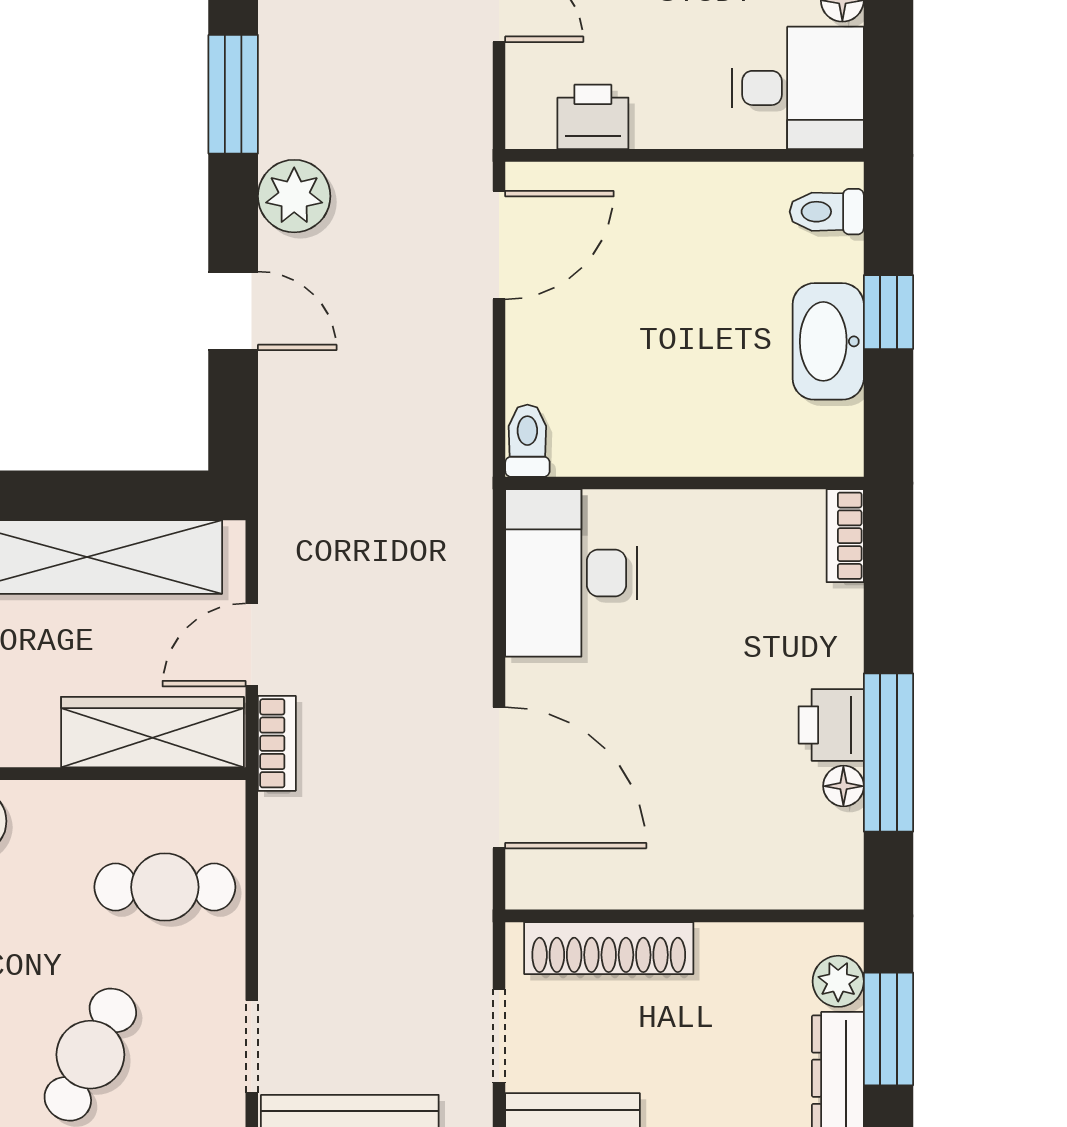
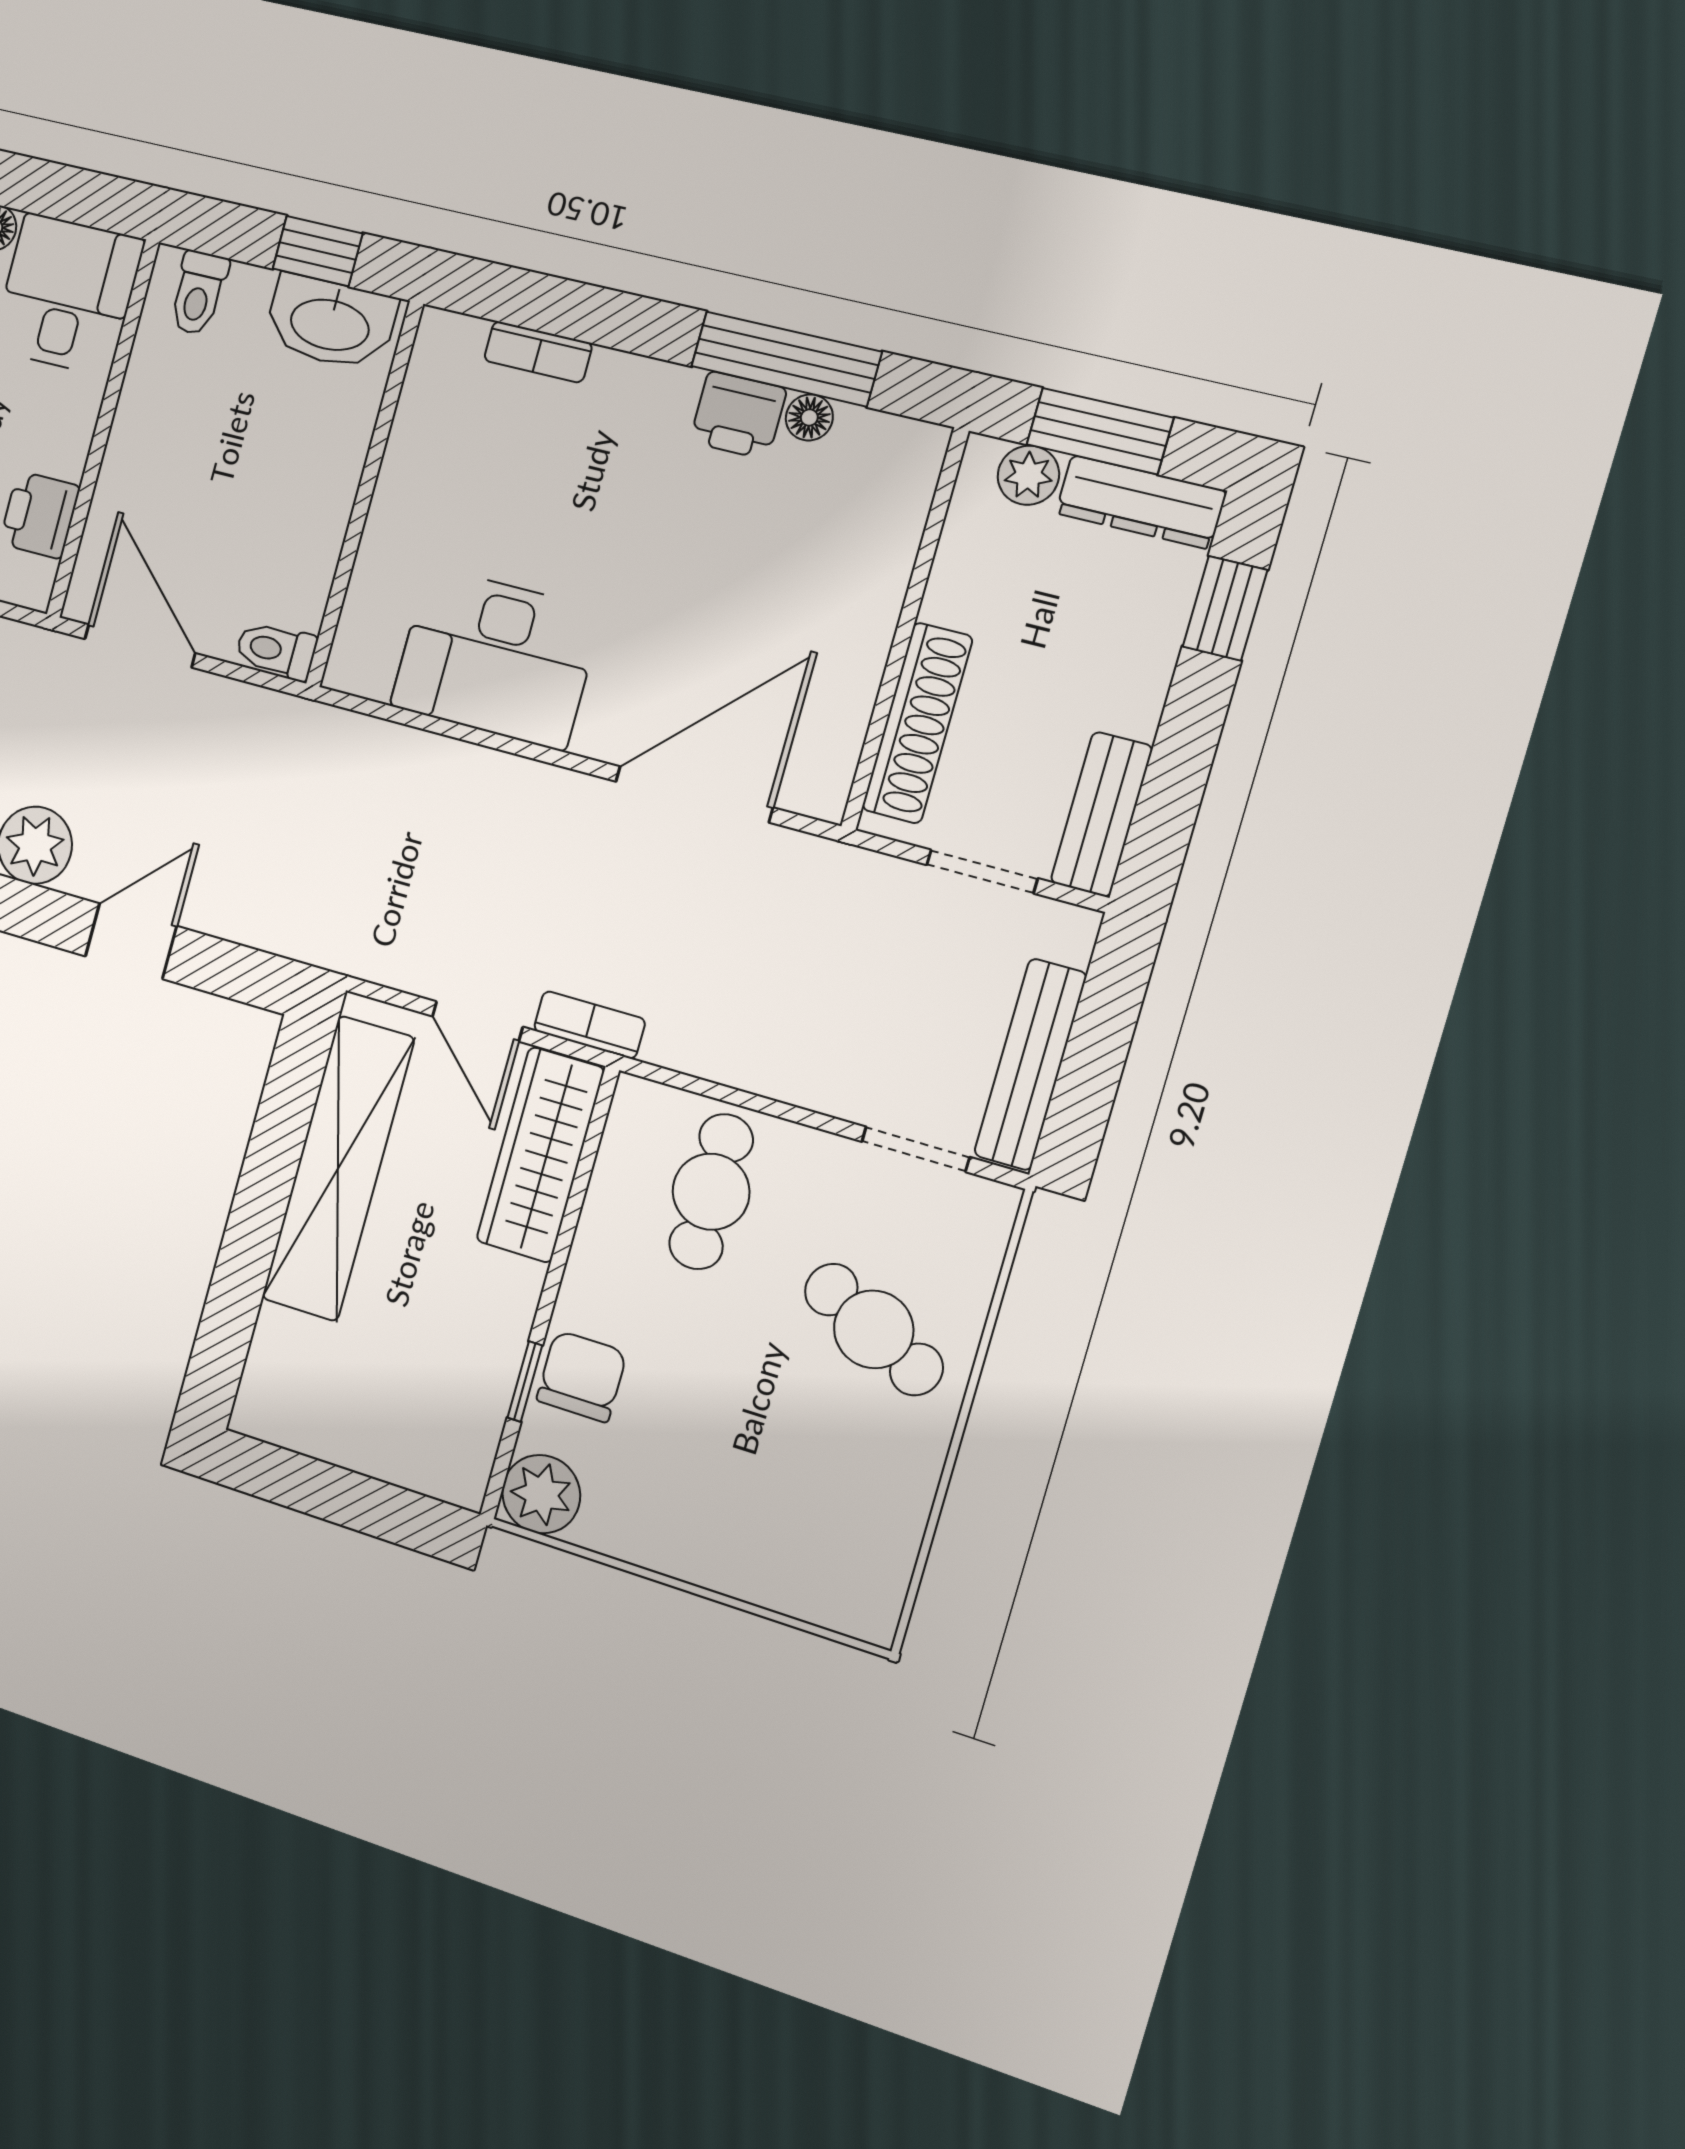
toilet: (527, 441) -> (276, 650), moved
wall: (684, 483) -> (365, 495), moved

